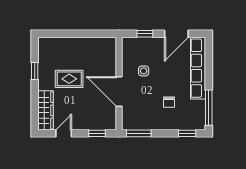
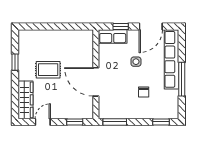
row of seats: (137, 44) -> (113, 36), added
side table: (144, 71) -> (136, 62), moved
window: (209, 108) -> (182, 79), moved

